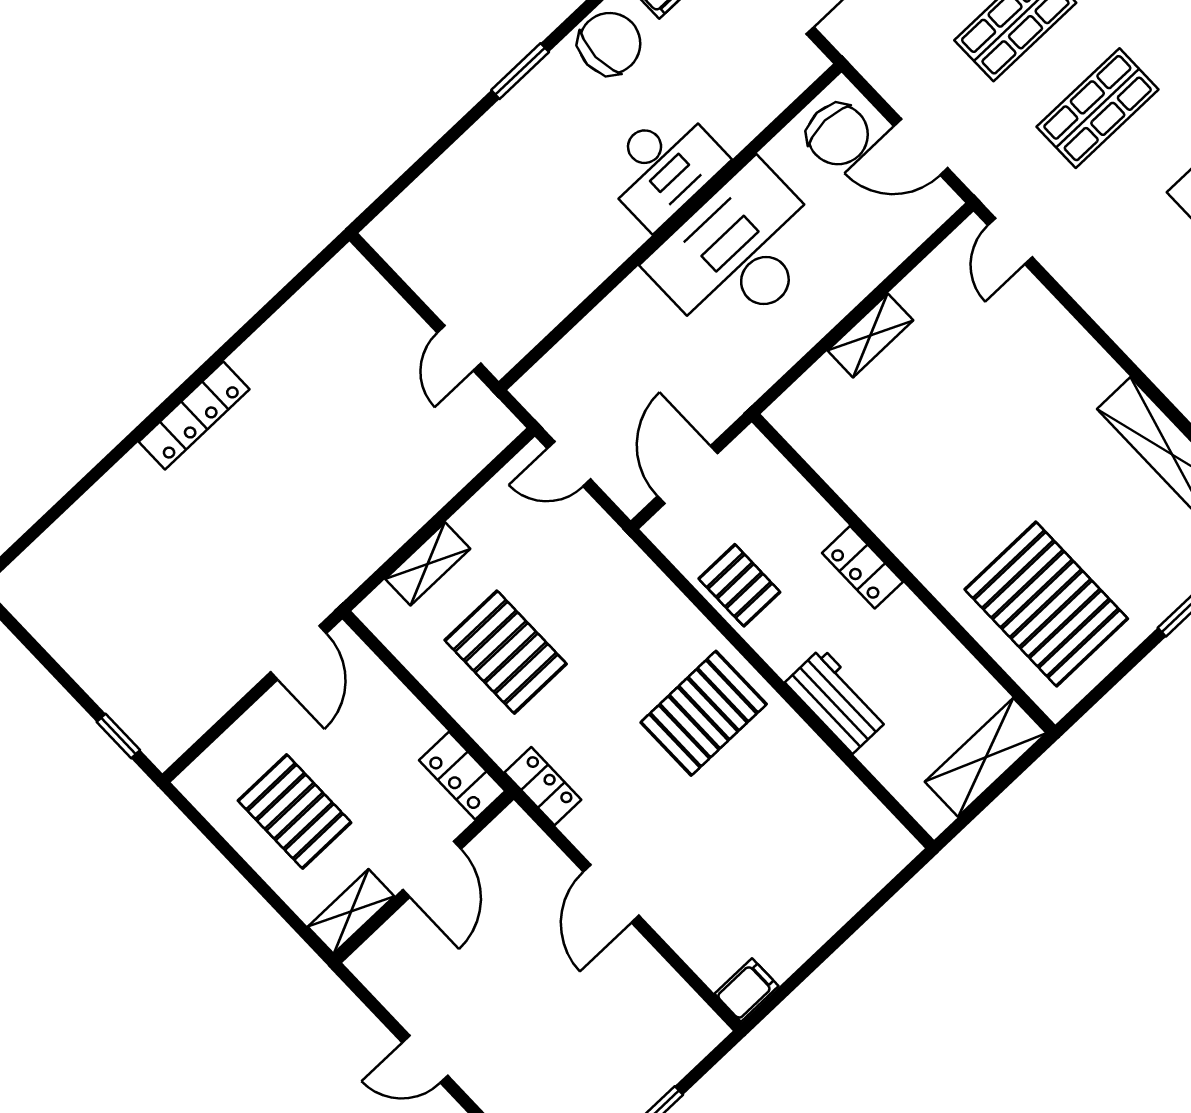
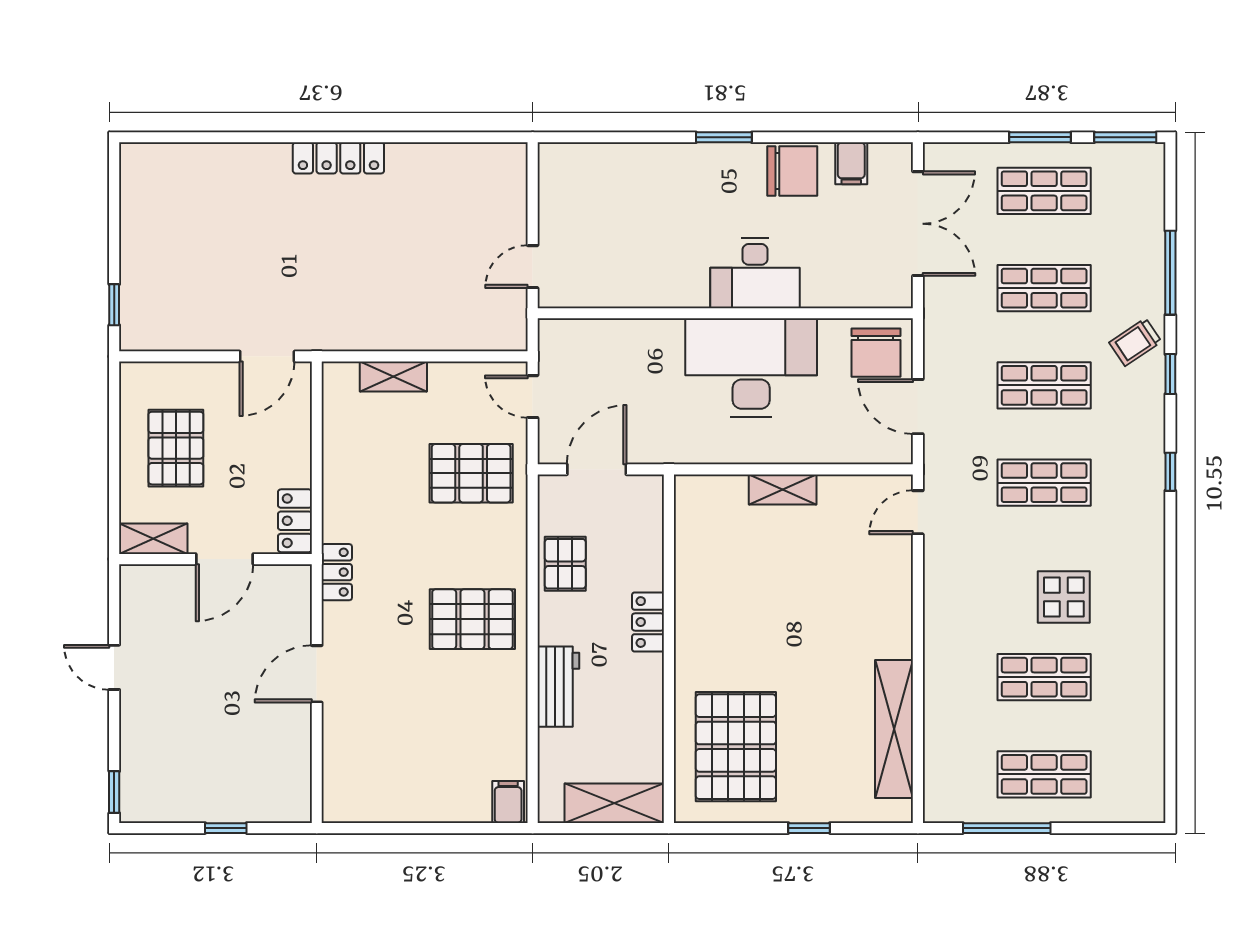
pallet: (506, 652) -> (471, 473), moved, turned 90
filing cabinet: (747, 990) -> (508, 802), moved, turned -90

